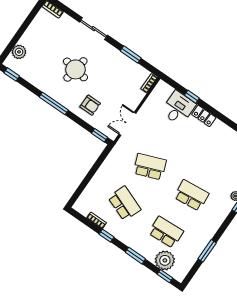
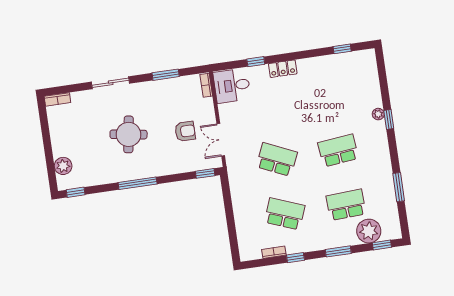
armchair: (90, 105) -> (185, 131), moved
desk: (178, 108) -> (232, 86), moved, turned -90
school desk: (150, 167) -> (277, 159), turned 45

